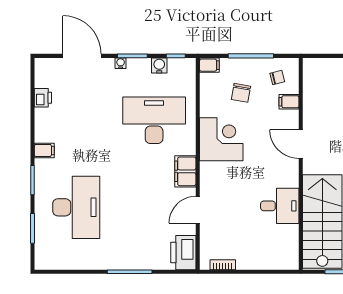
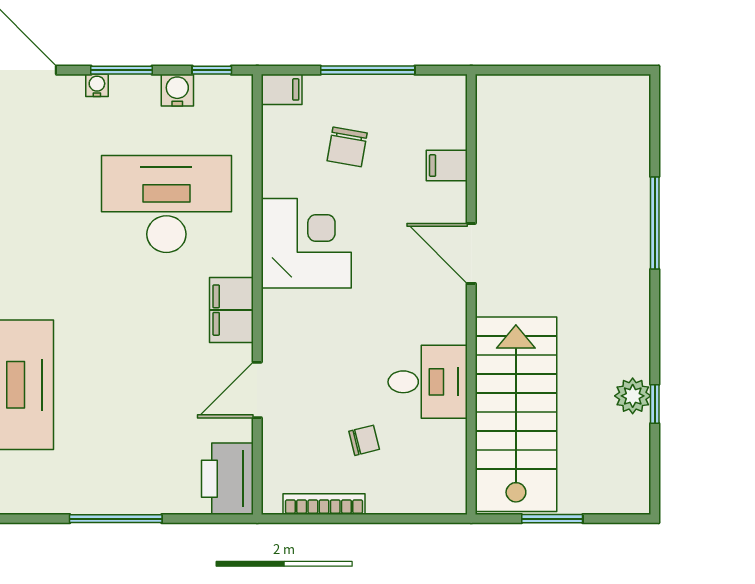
chair: (277, 77) -> (364, 440), moved
bookcase: (223, 265) -> (324, 504), width x1.56

